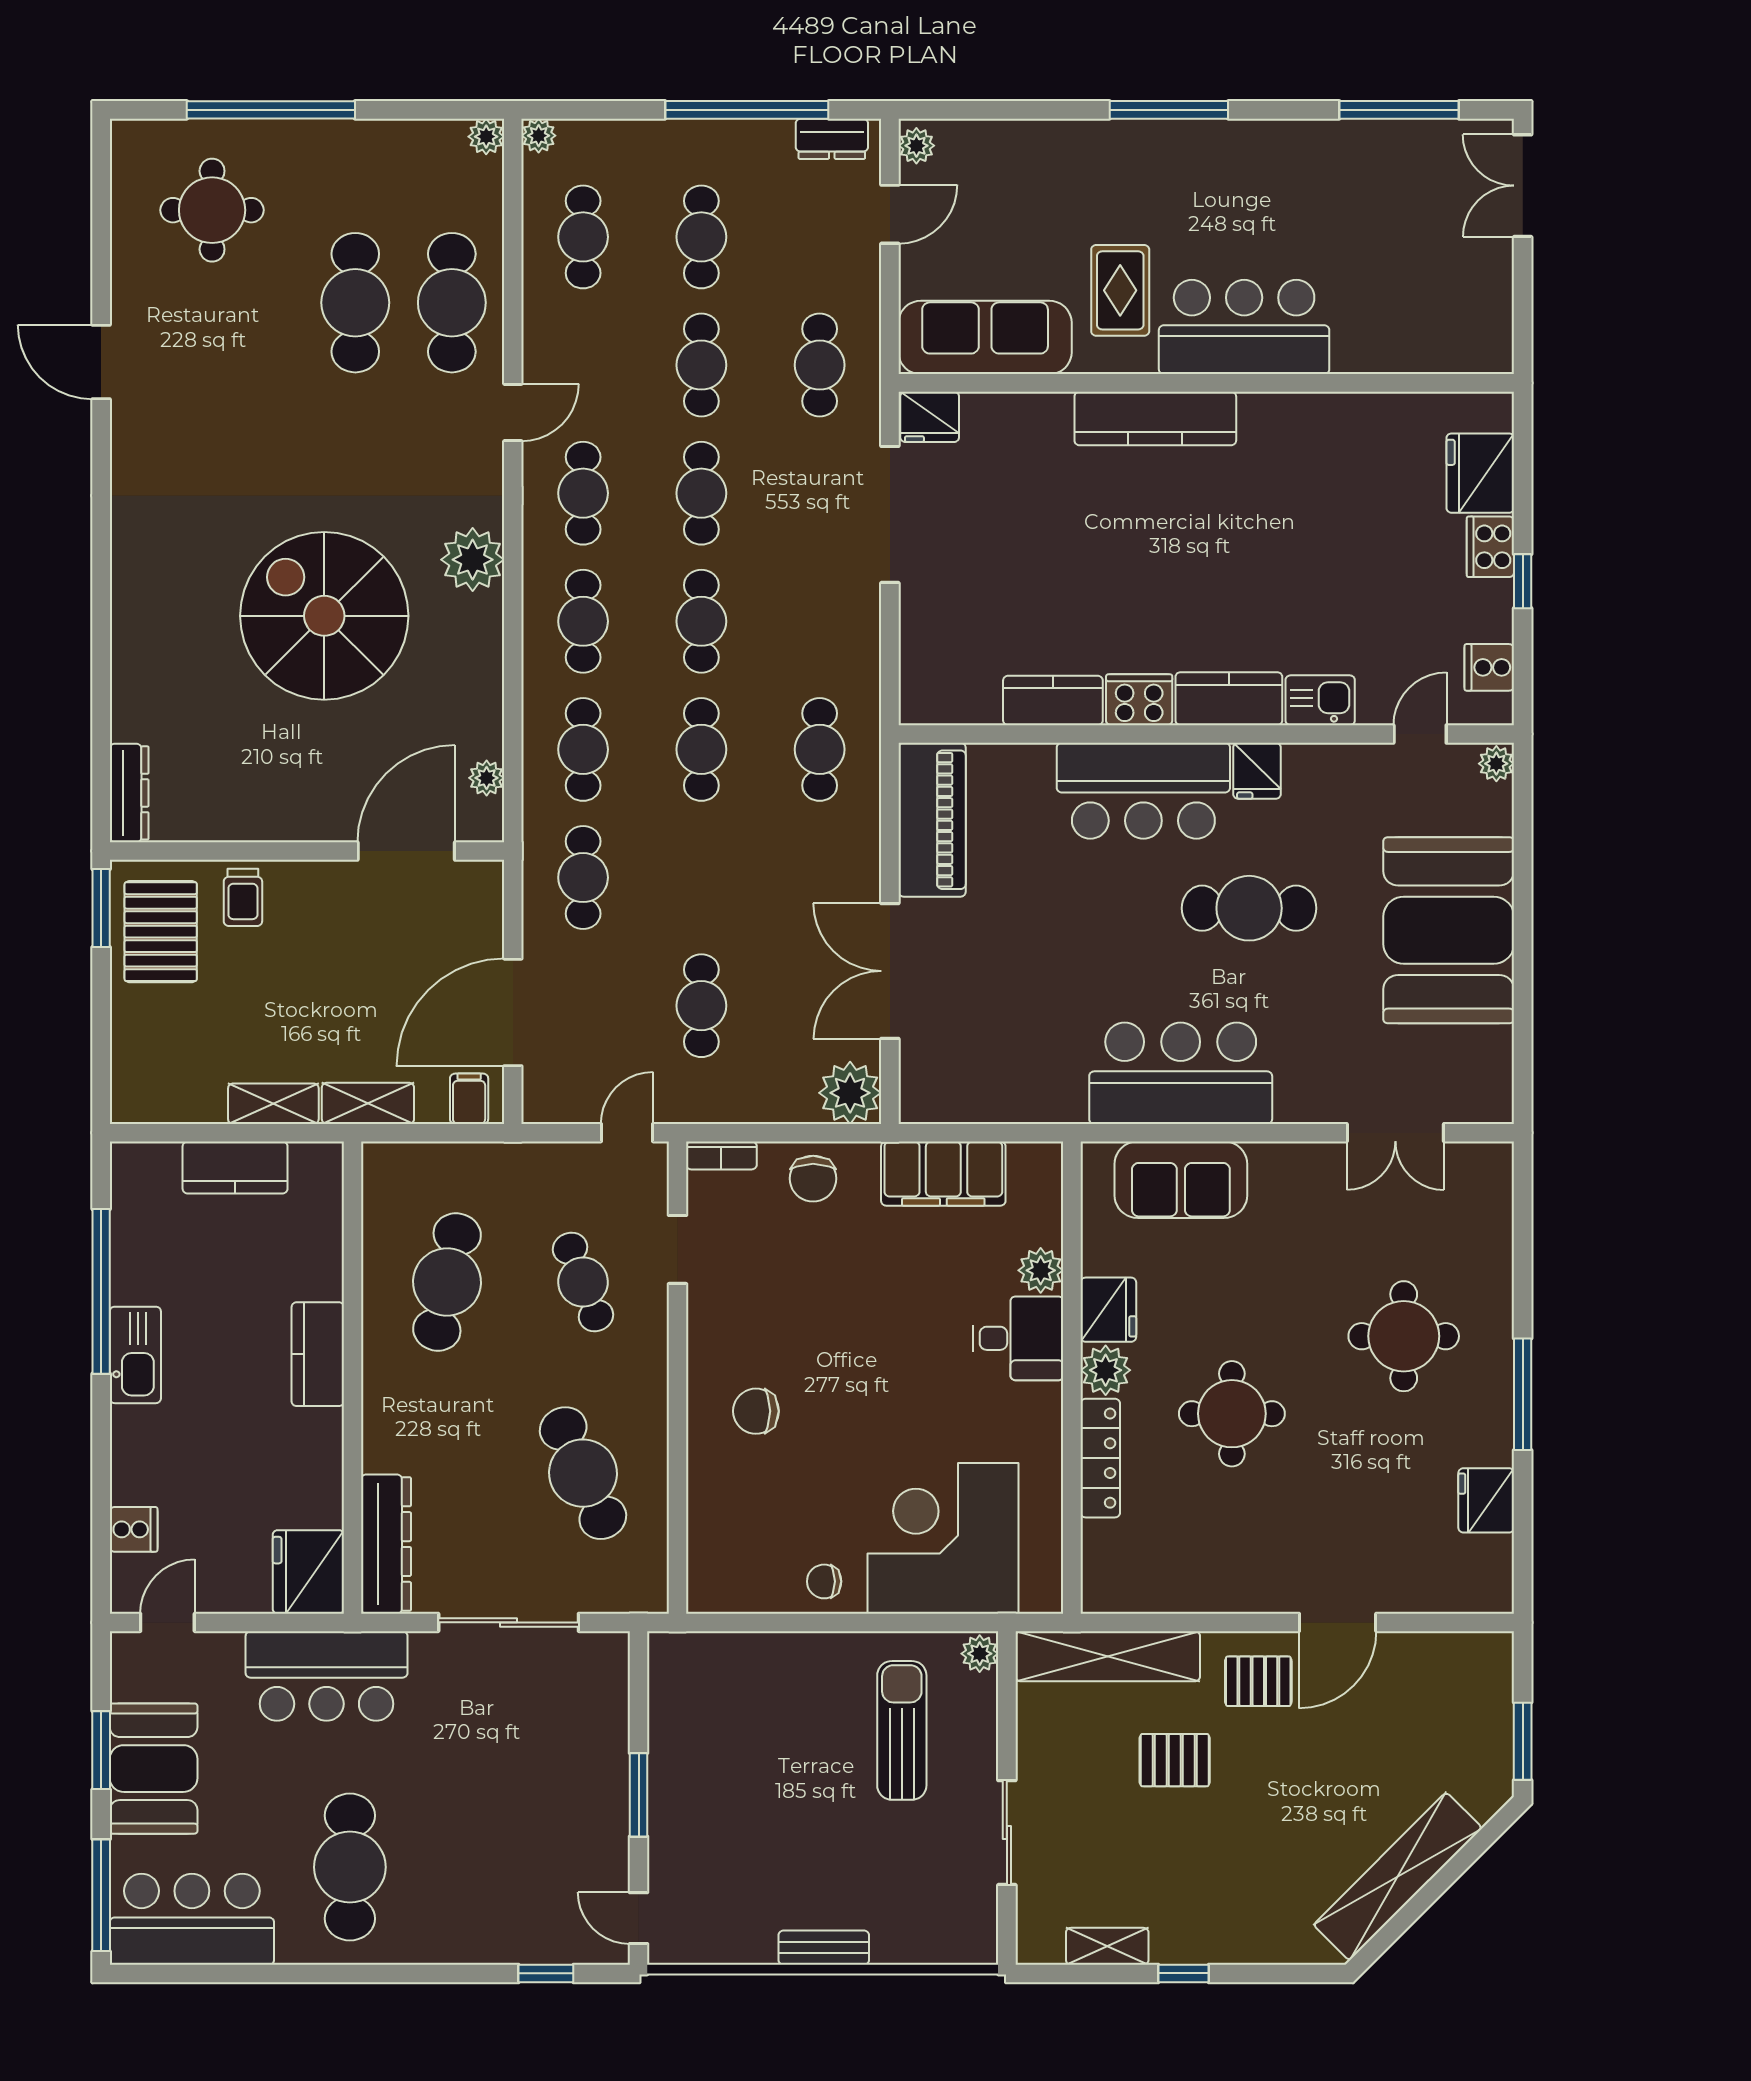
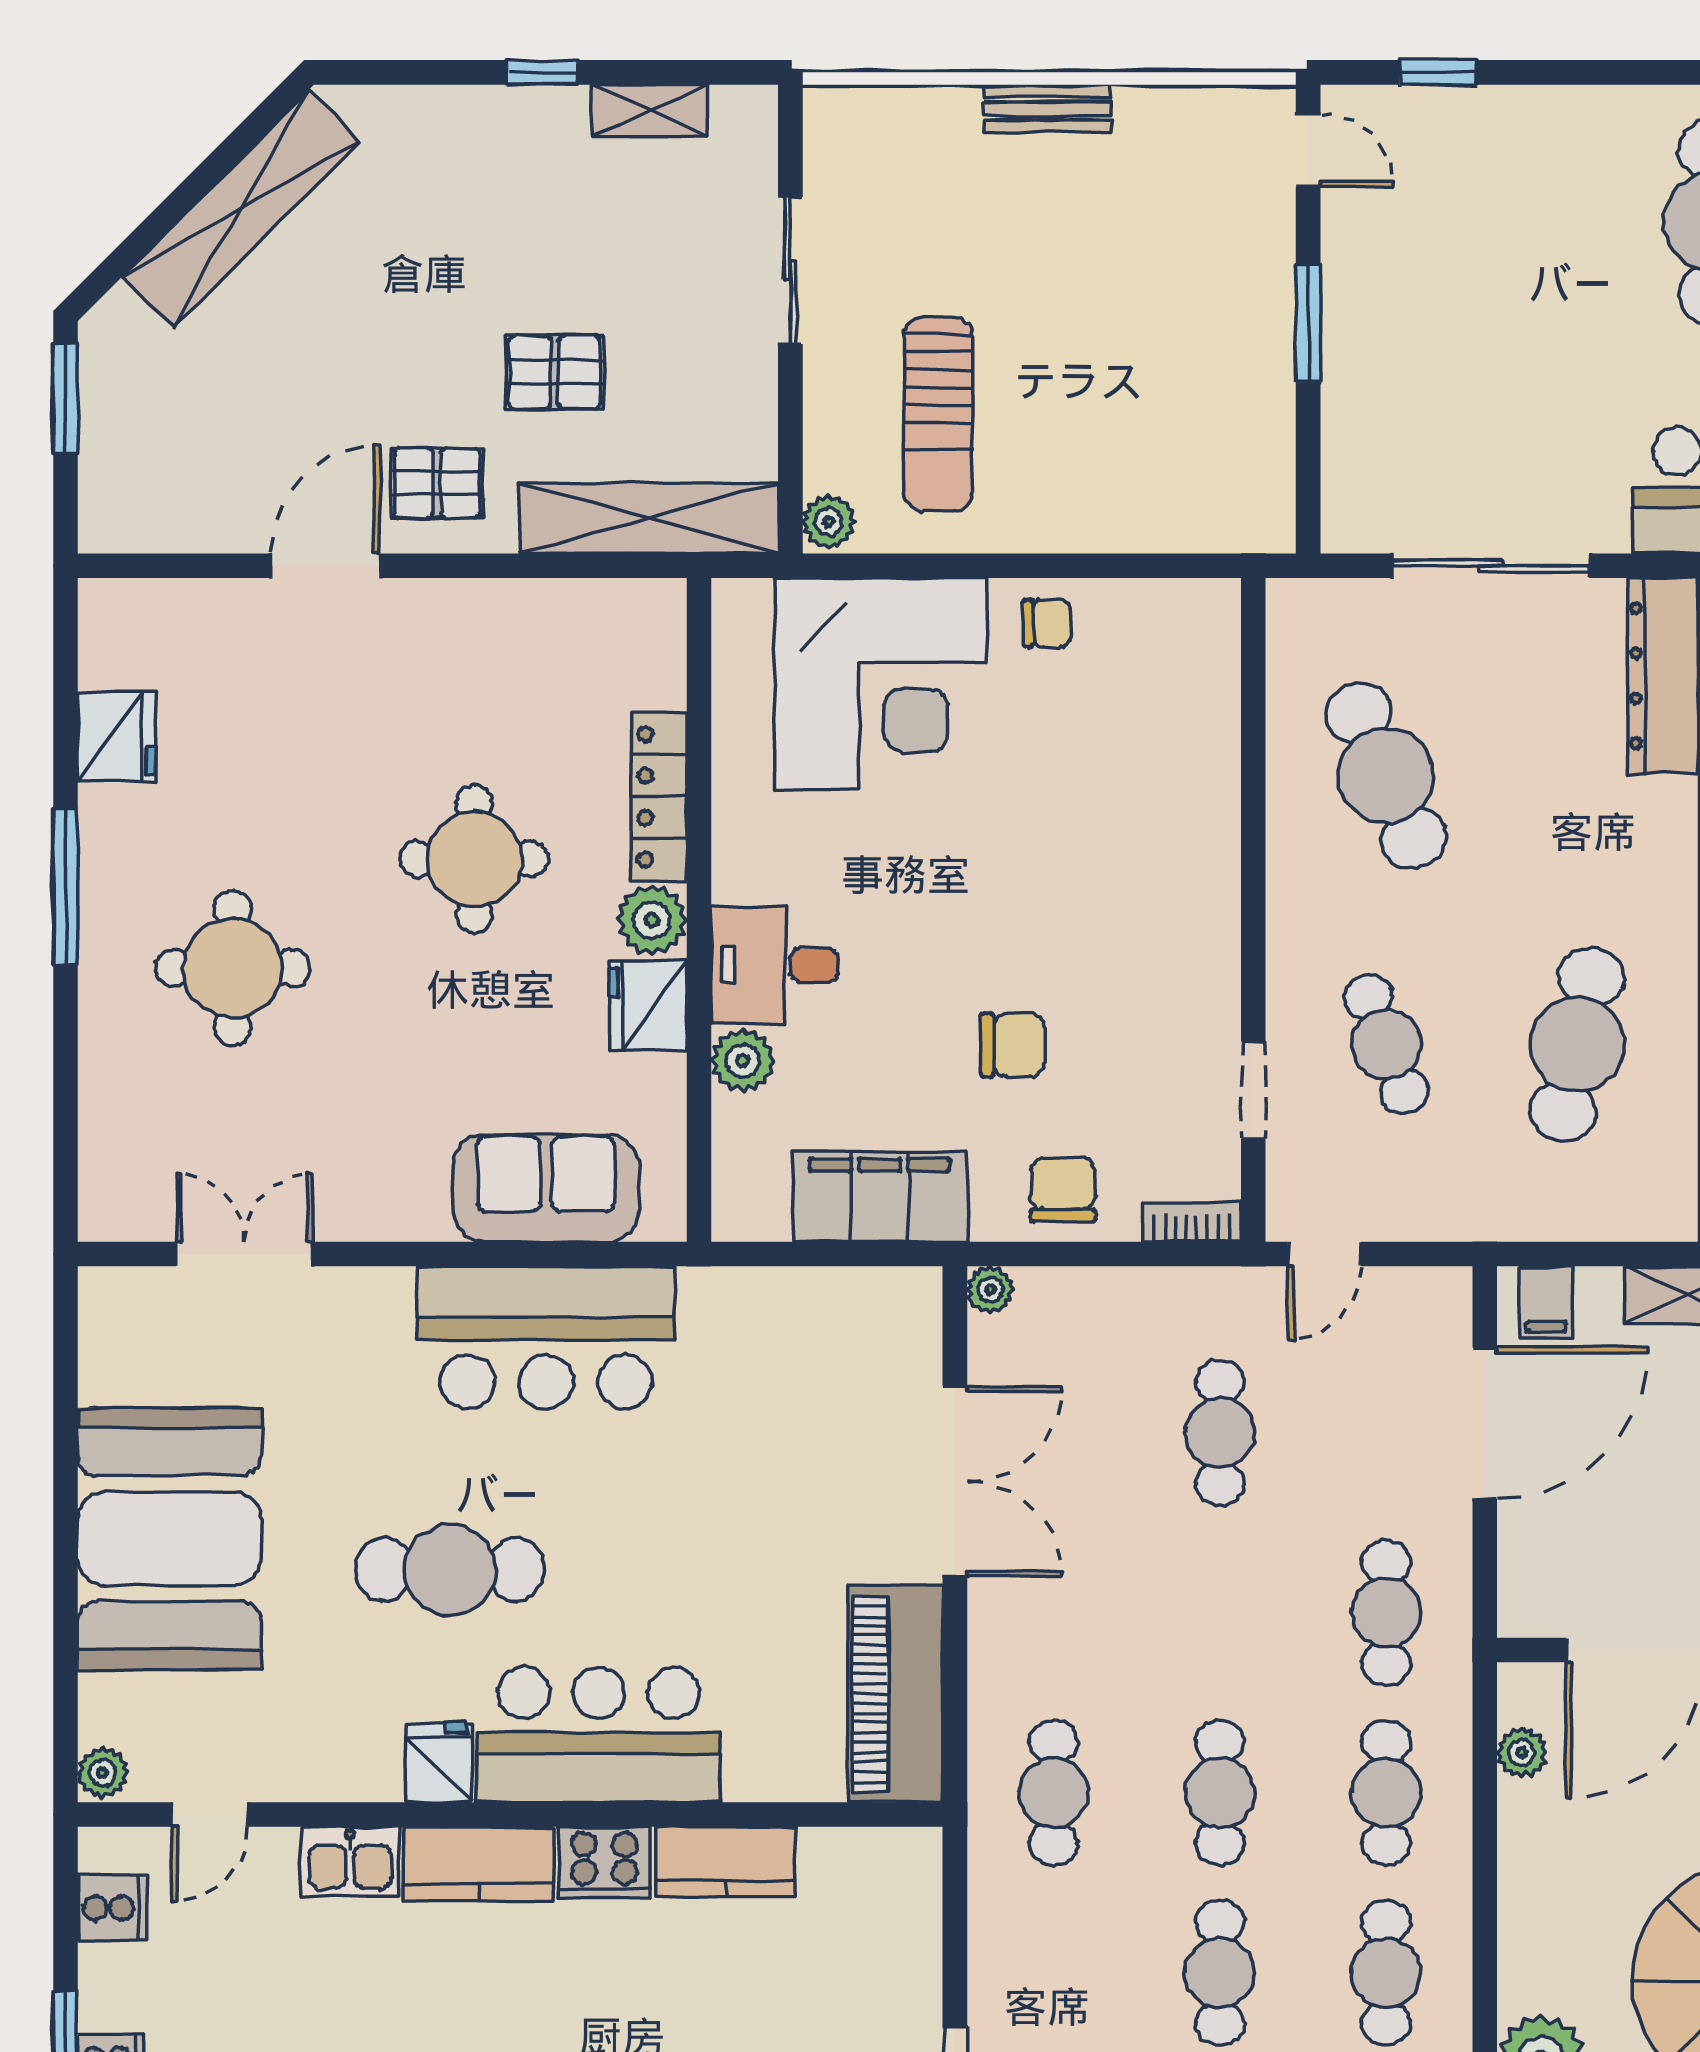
plant: (850, 1093) -> (990, 1290), width x0.53, depth x0.53
chair: (756, 1411) -> (1013, 1045), moved

